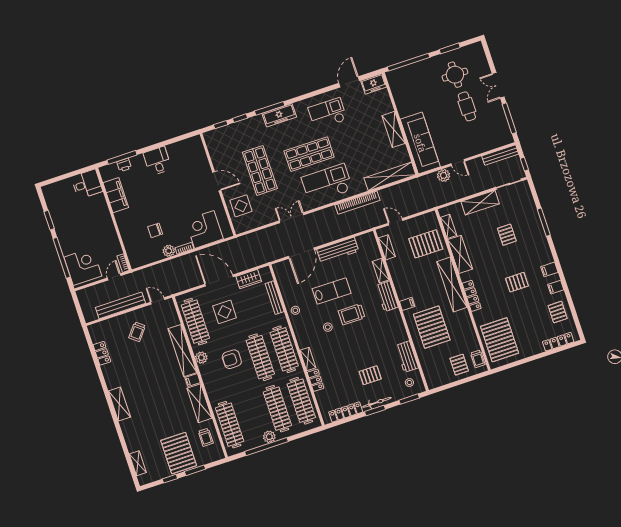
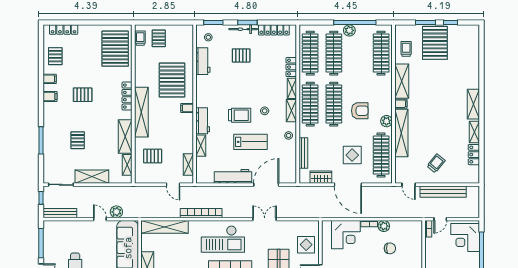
double door: (292, 218) -> (265, 219), swing flipped
pallet: (426, 244) -> (153, 156), width x0.67, depth x0.71
lab bench: (332, 291) -> (251, 142), turned 180
shelving: (301, 336) -> (291, 111), added
shelving: (138, 463) -> (474, 132), moved

